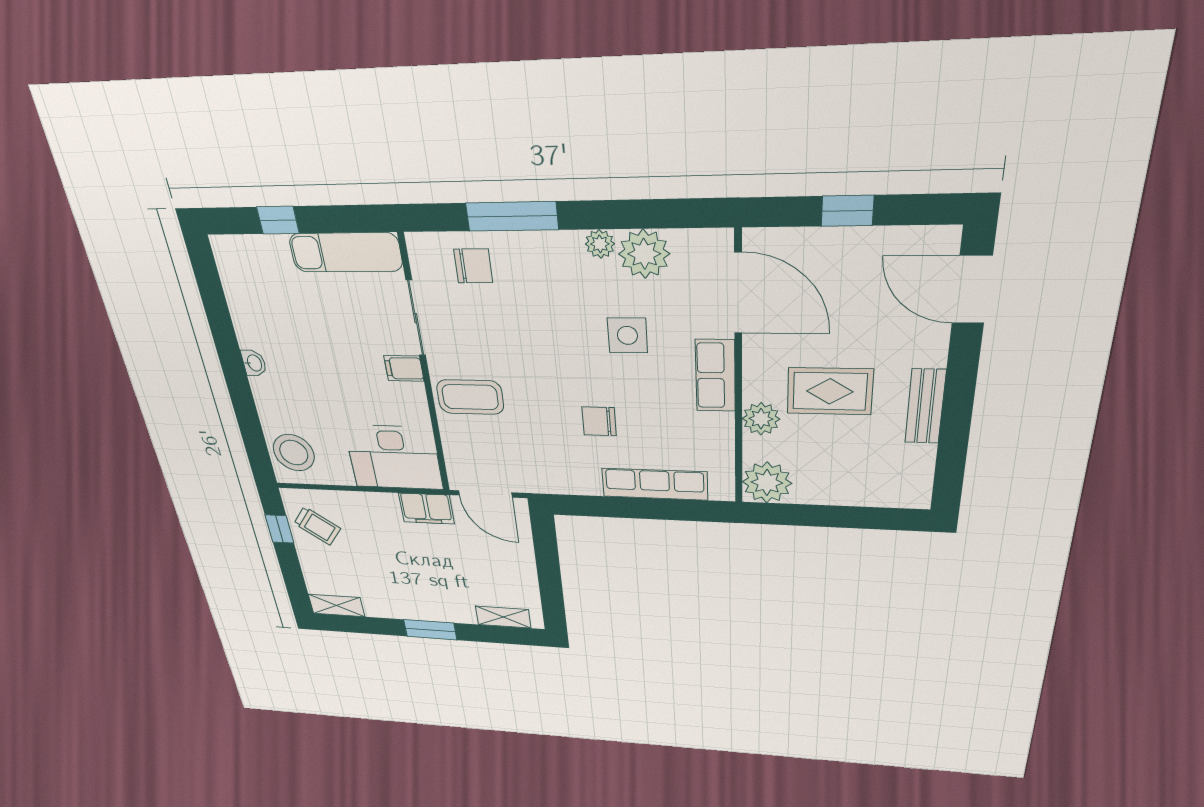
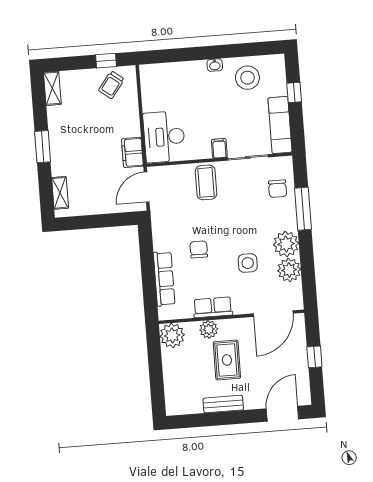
plant: (600, 244) -> (286, 244), width x1.87, depth x1.87
row of seats: (715, 376) -> (213, 307), moved
stool: (294, 453) -> (247, 78), moved

